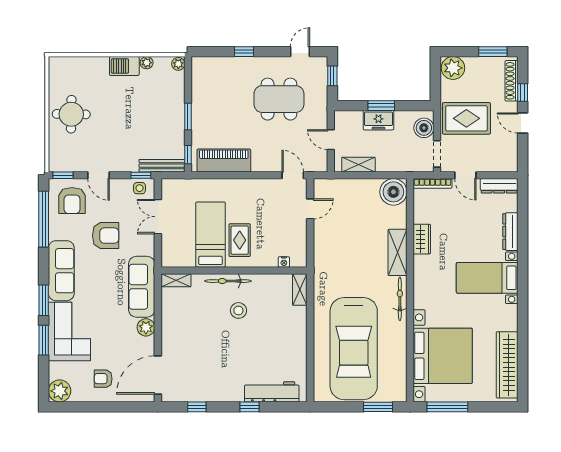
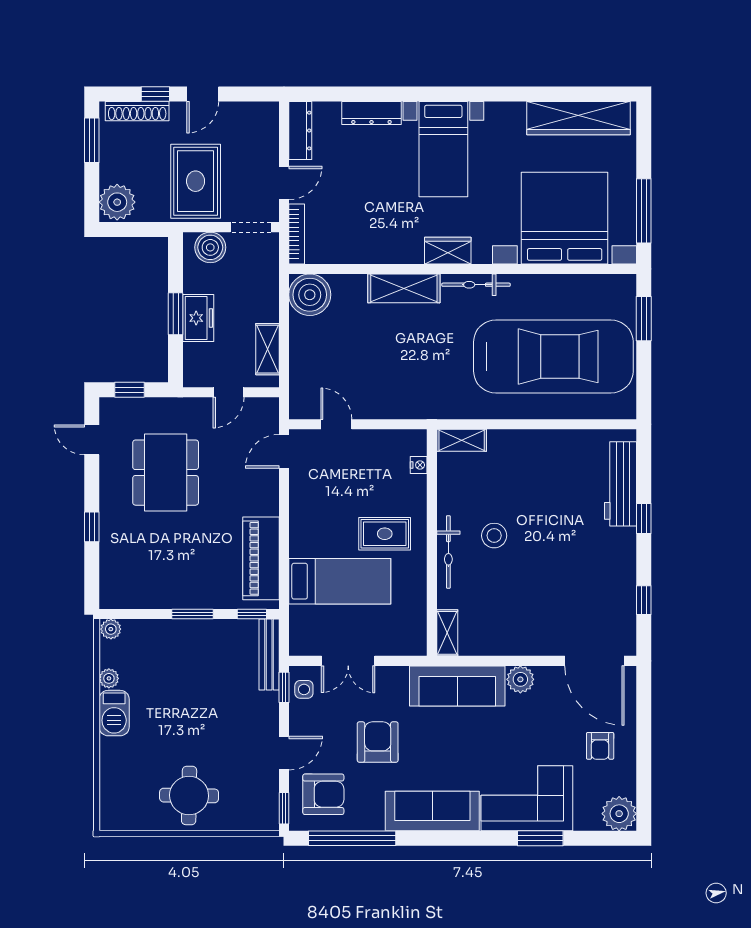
bed: (210, 235) -> (340, 581), moved, turned 180
wardrobe: (422, 239) -> (448, 251), moved
window: (44, 300) -> (478, 838), removed

